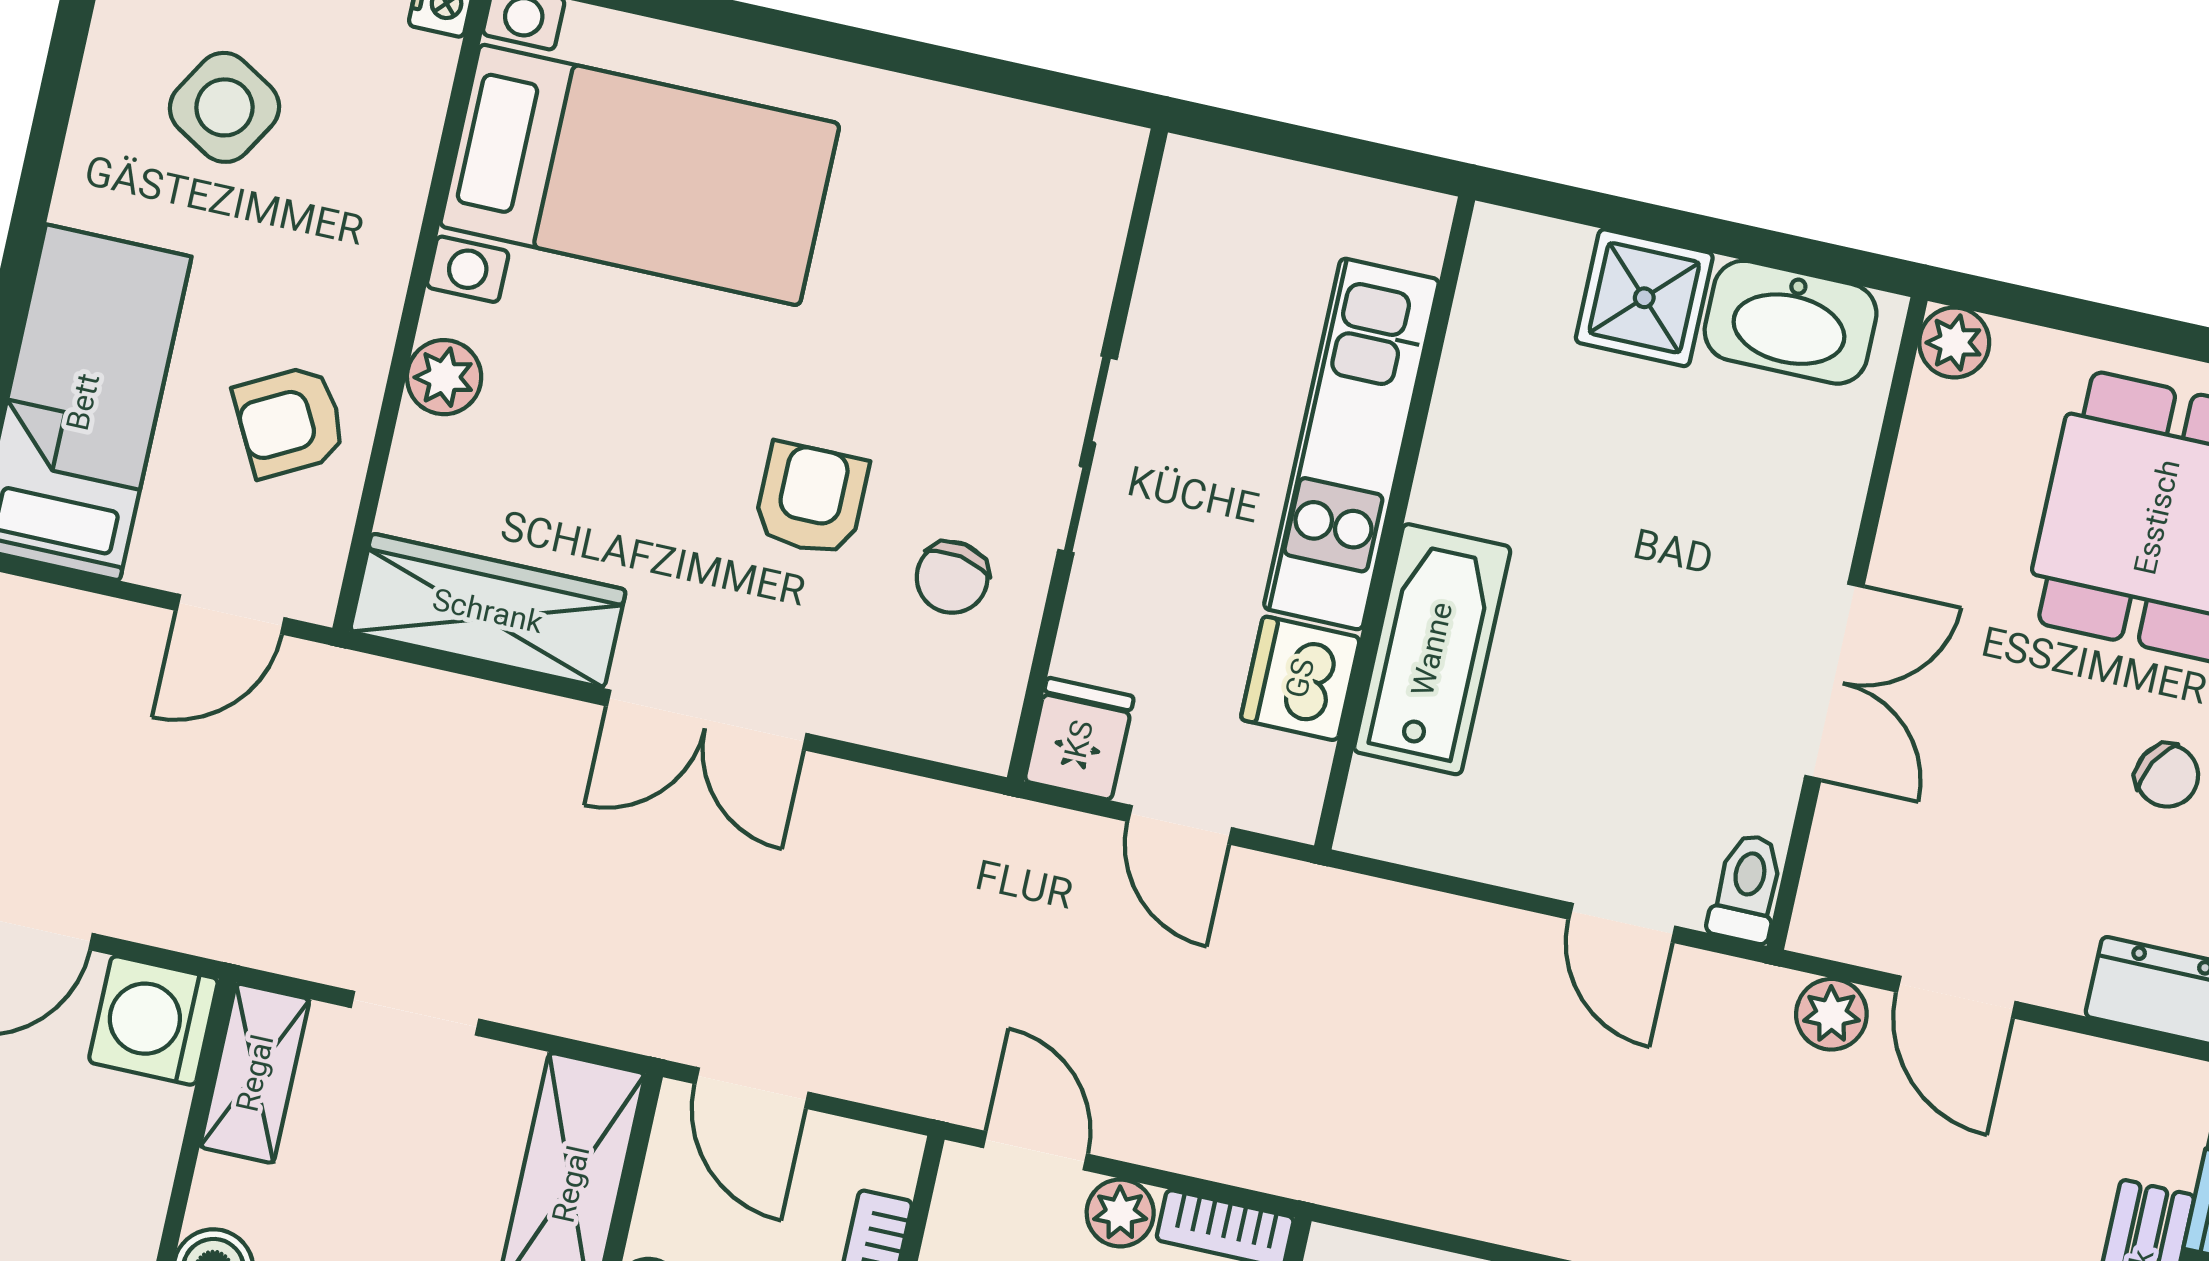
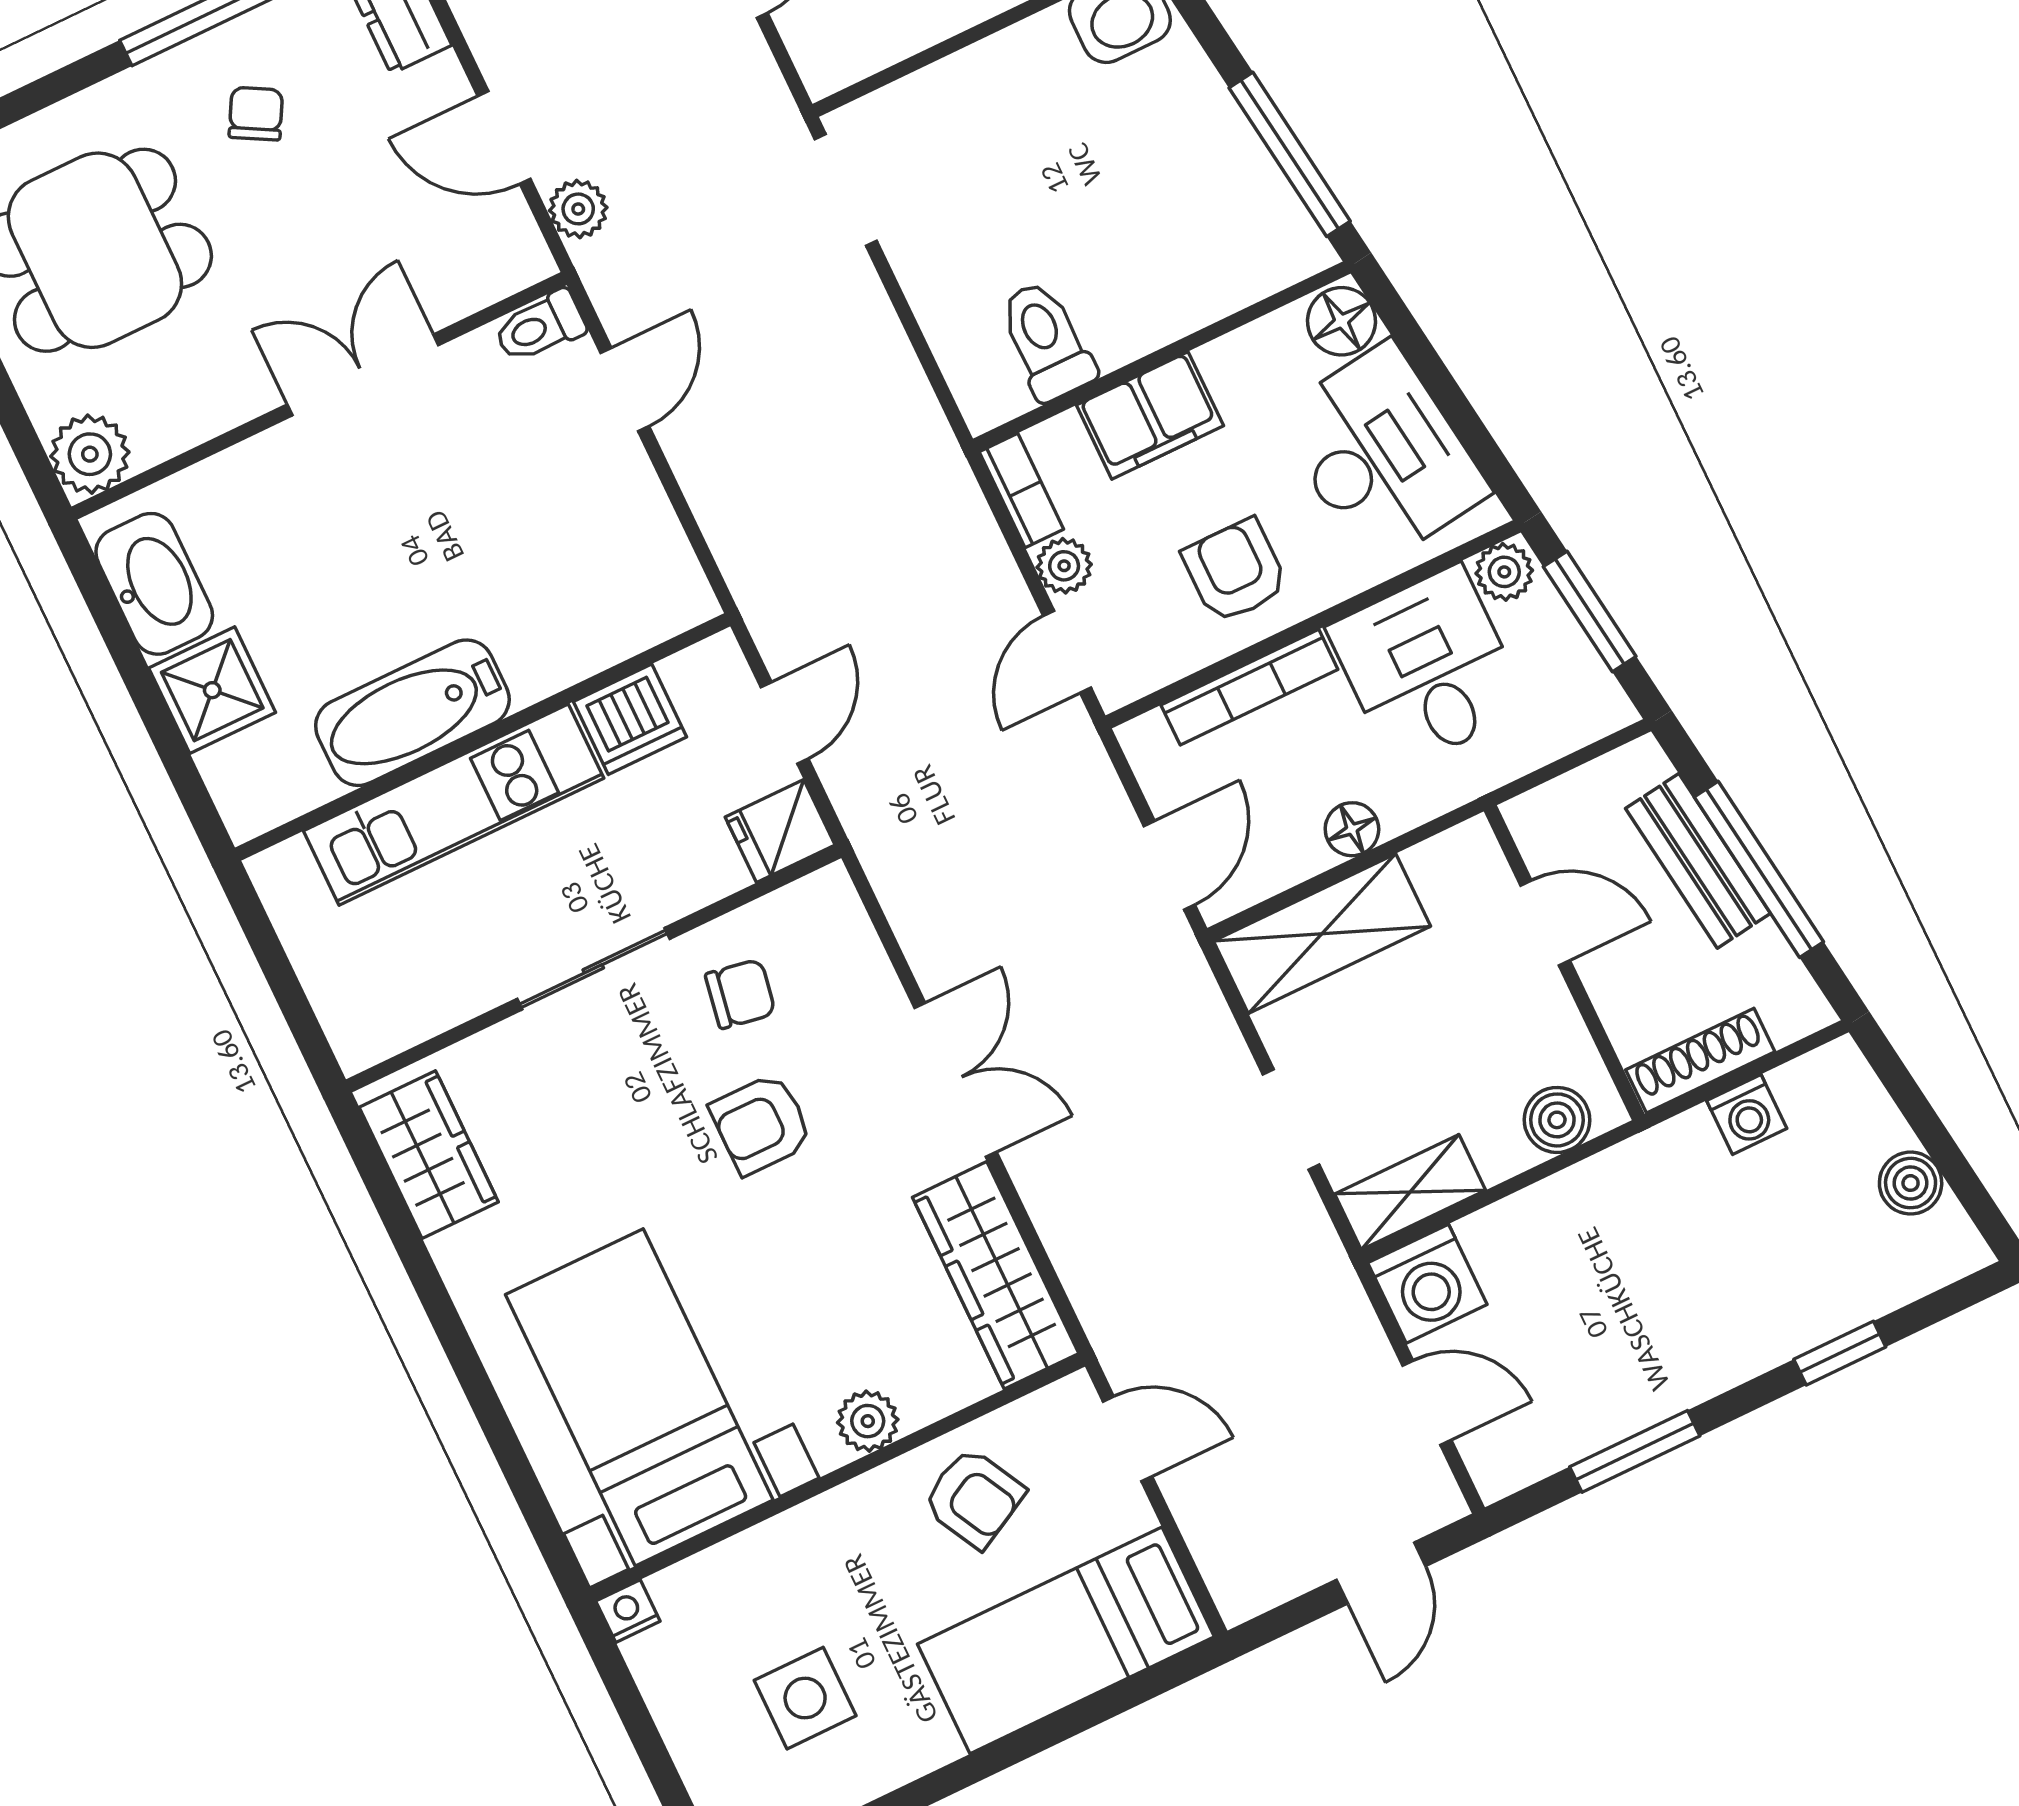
side table: (224, 107) -> (805, 1698), turned -31
wardrobe: (1033, 155) -> (429, 1155), added
plant: (1954, 343) -> (90, 454), width x1.38, depth x1.38
bathtub: (1432, 649) -> (412, 713), moved
door: (1956, 997) -> (504, 138), swing flipped

